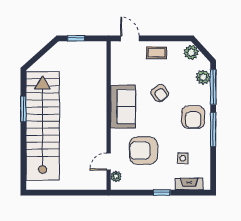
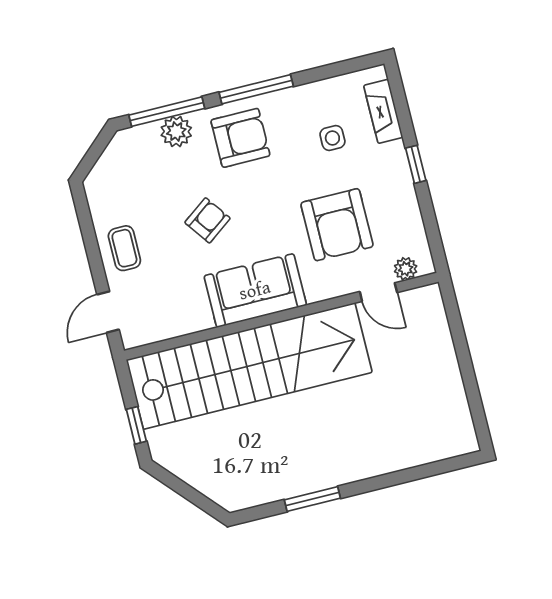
plant: (191, 52) -> (105, 176), removed
plant: (203, 77) -> (176, 132), moved
stairs: (43, 126) -> (249, 366), moved, turned 180

